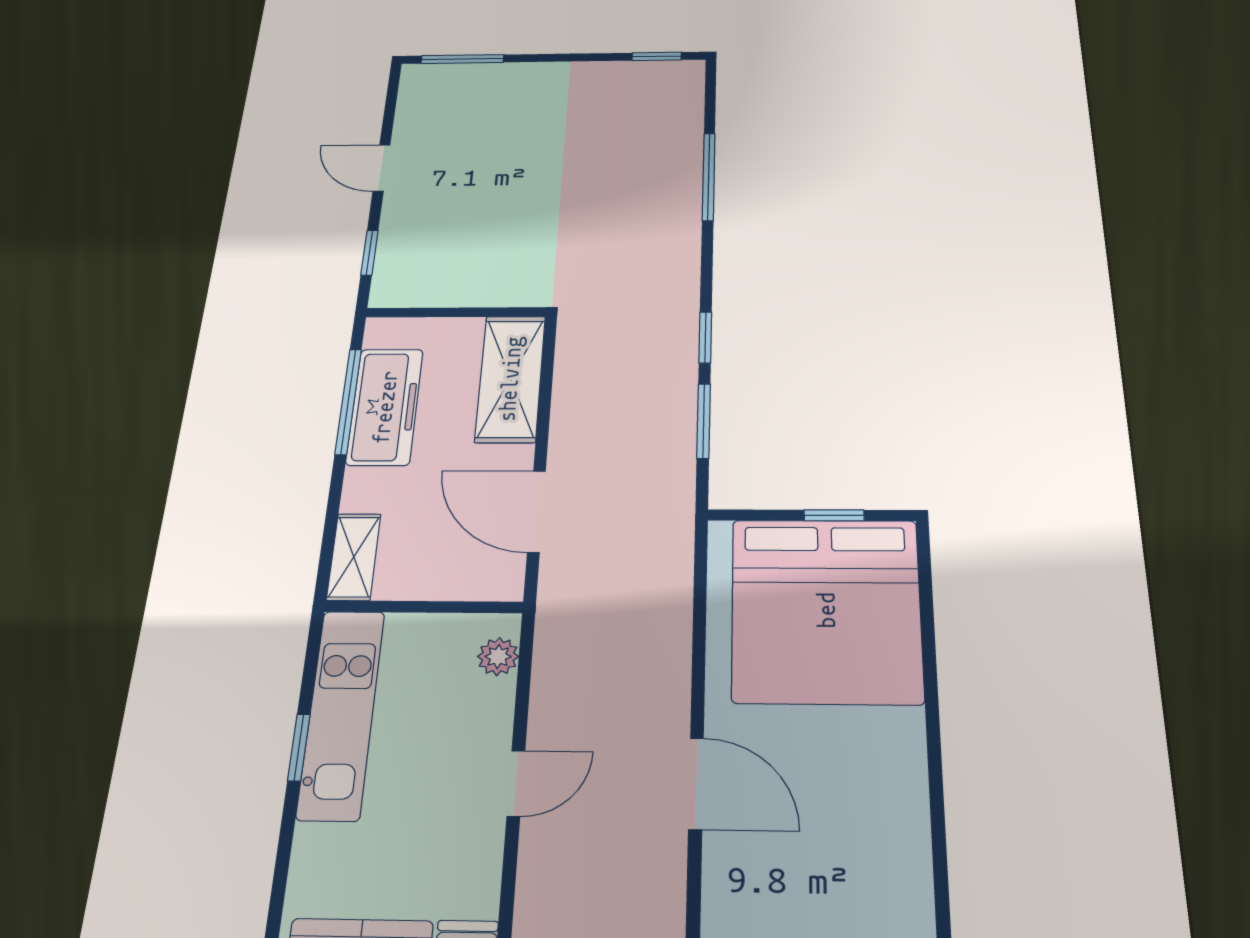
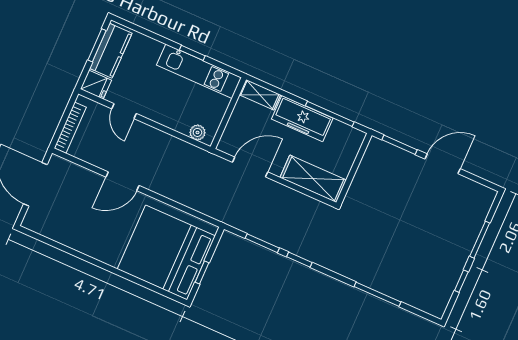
window: (657, 56) -> (461, 281), moved
window: (462, 59) -> (480, 240), moved
door: (381, 168) -> (443, 164), width x1.38
window: (369, 253) -> (399, 145), width x1.50
freezer: (385, 407) -> (302, 119), moved
door: (516, 783) -> (124, 111), moved

